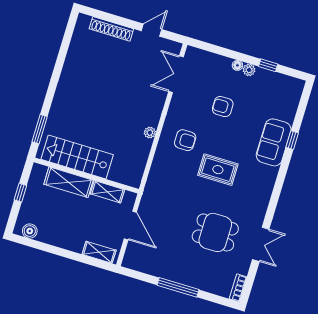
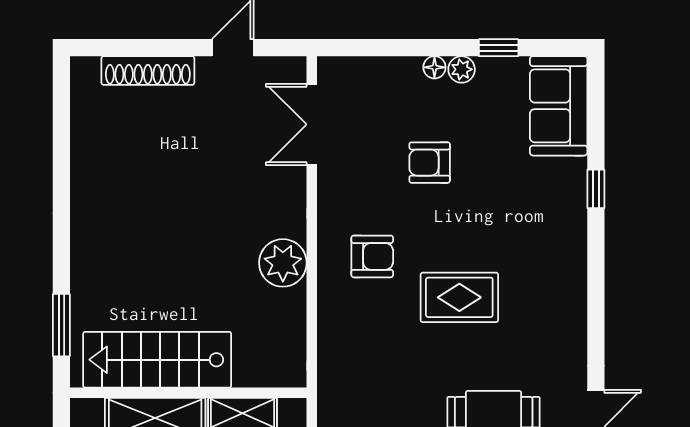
plant: (150, 133) -> (283, 263), width x1.88, depth x1.88
sofa: (274, 142) -> (559, 106), moved

